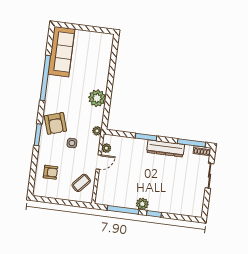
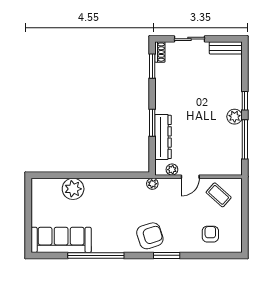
plant: (97, 98) -> (73, 189), moved
side table: (72, 143) -> (171, 212), removed
window: (192, 143) -> (152, 66), width x0.69
dresser: (166, 148) -> (163, 137), moved
door: (99, 162) -> (190, 177), swing flipped
bench: (198, 204) -> (226, 48), added

